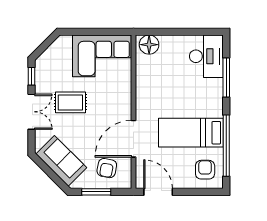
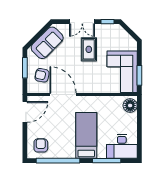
window: (107, 32) -> (139, 75), added
bed: (191, 133) -> (86, 135), moved
armchair: (205, 170) -> (41, 145), turned -90

